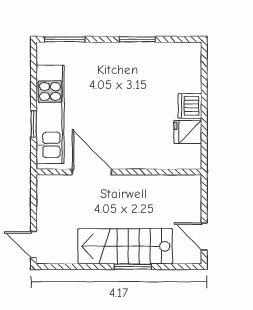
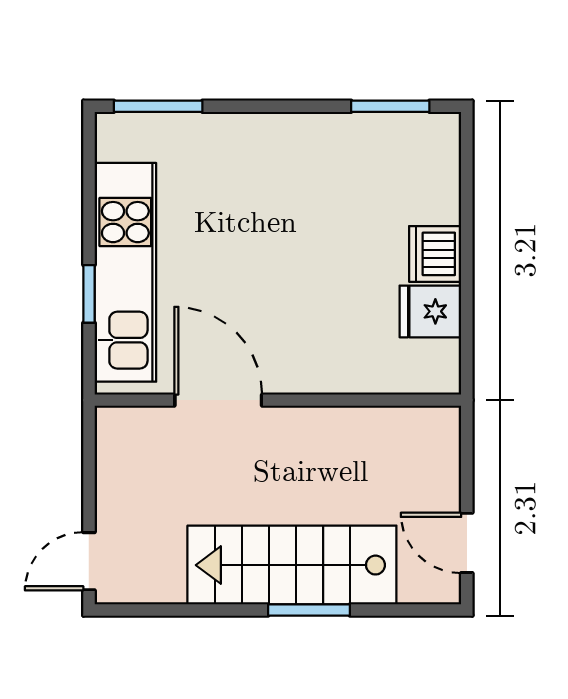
window: (137, 39) -> (390, 106), moved
door: (34, 245) -> (89, 561), hinge flipped

